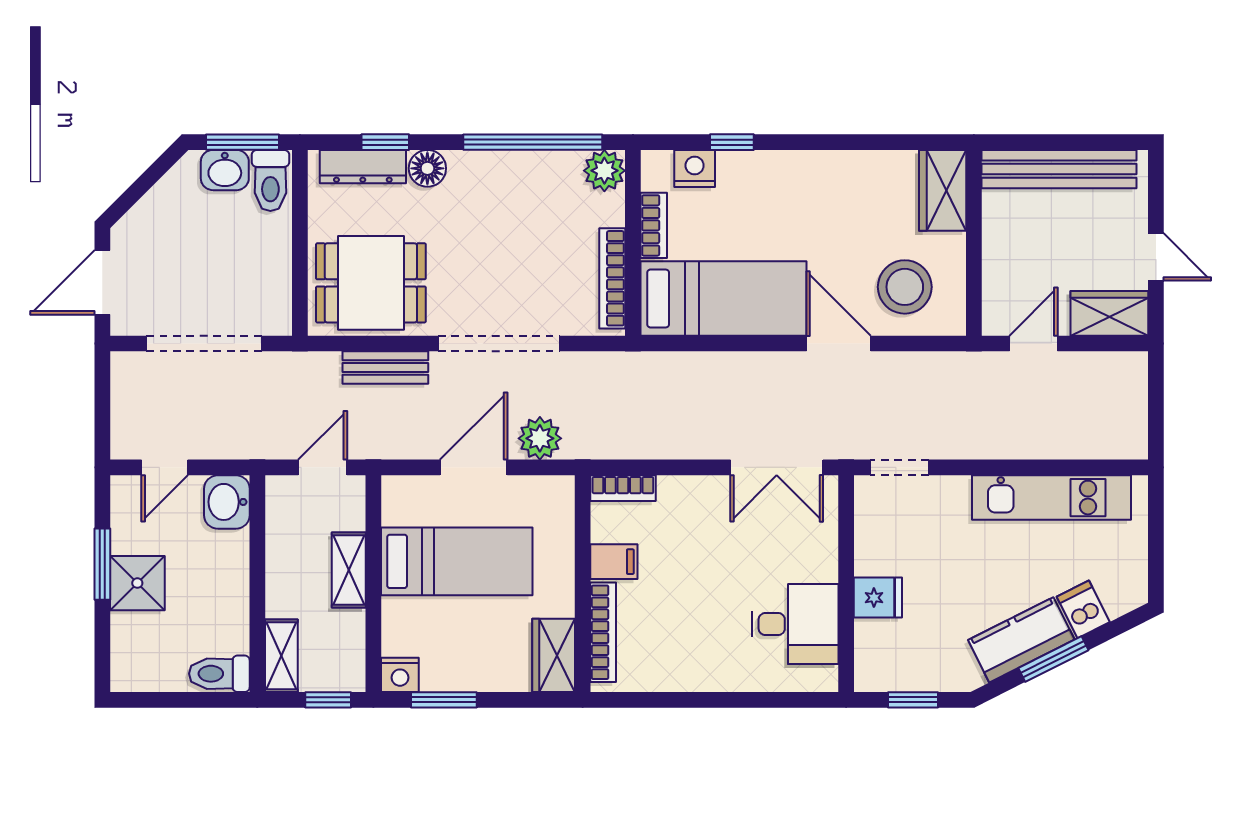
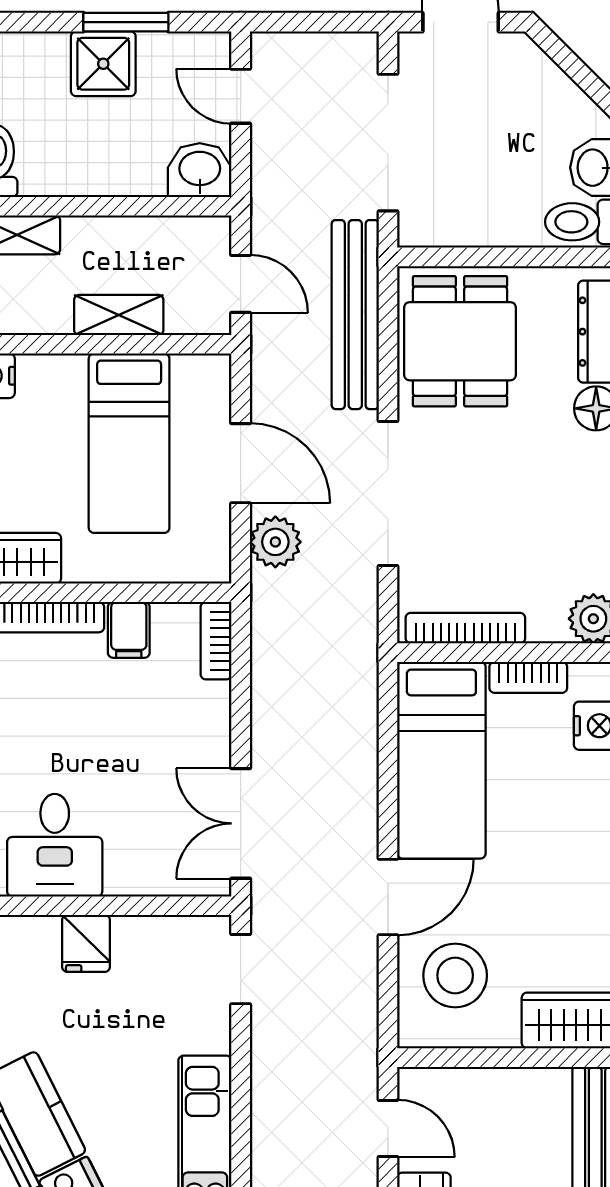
bench: (385, 368) -> (355, 315), width x1.86, depth x1.21

